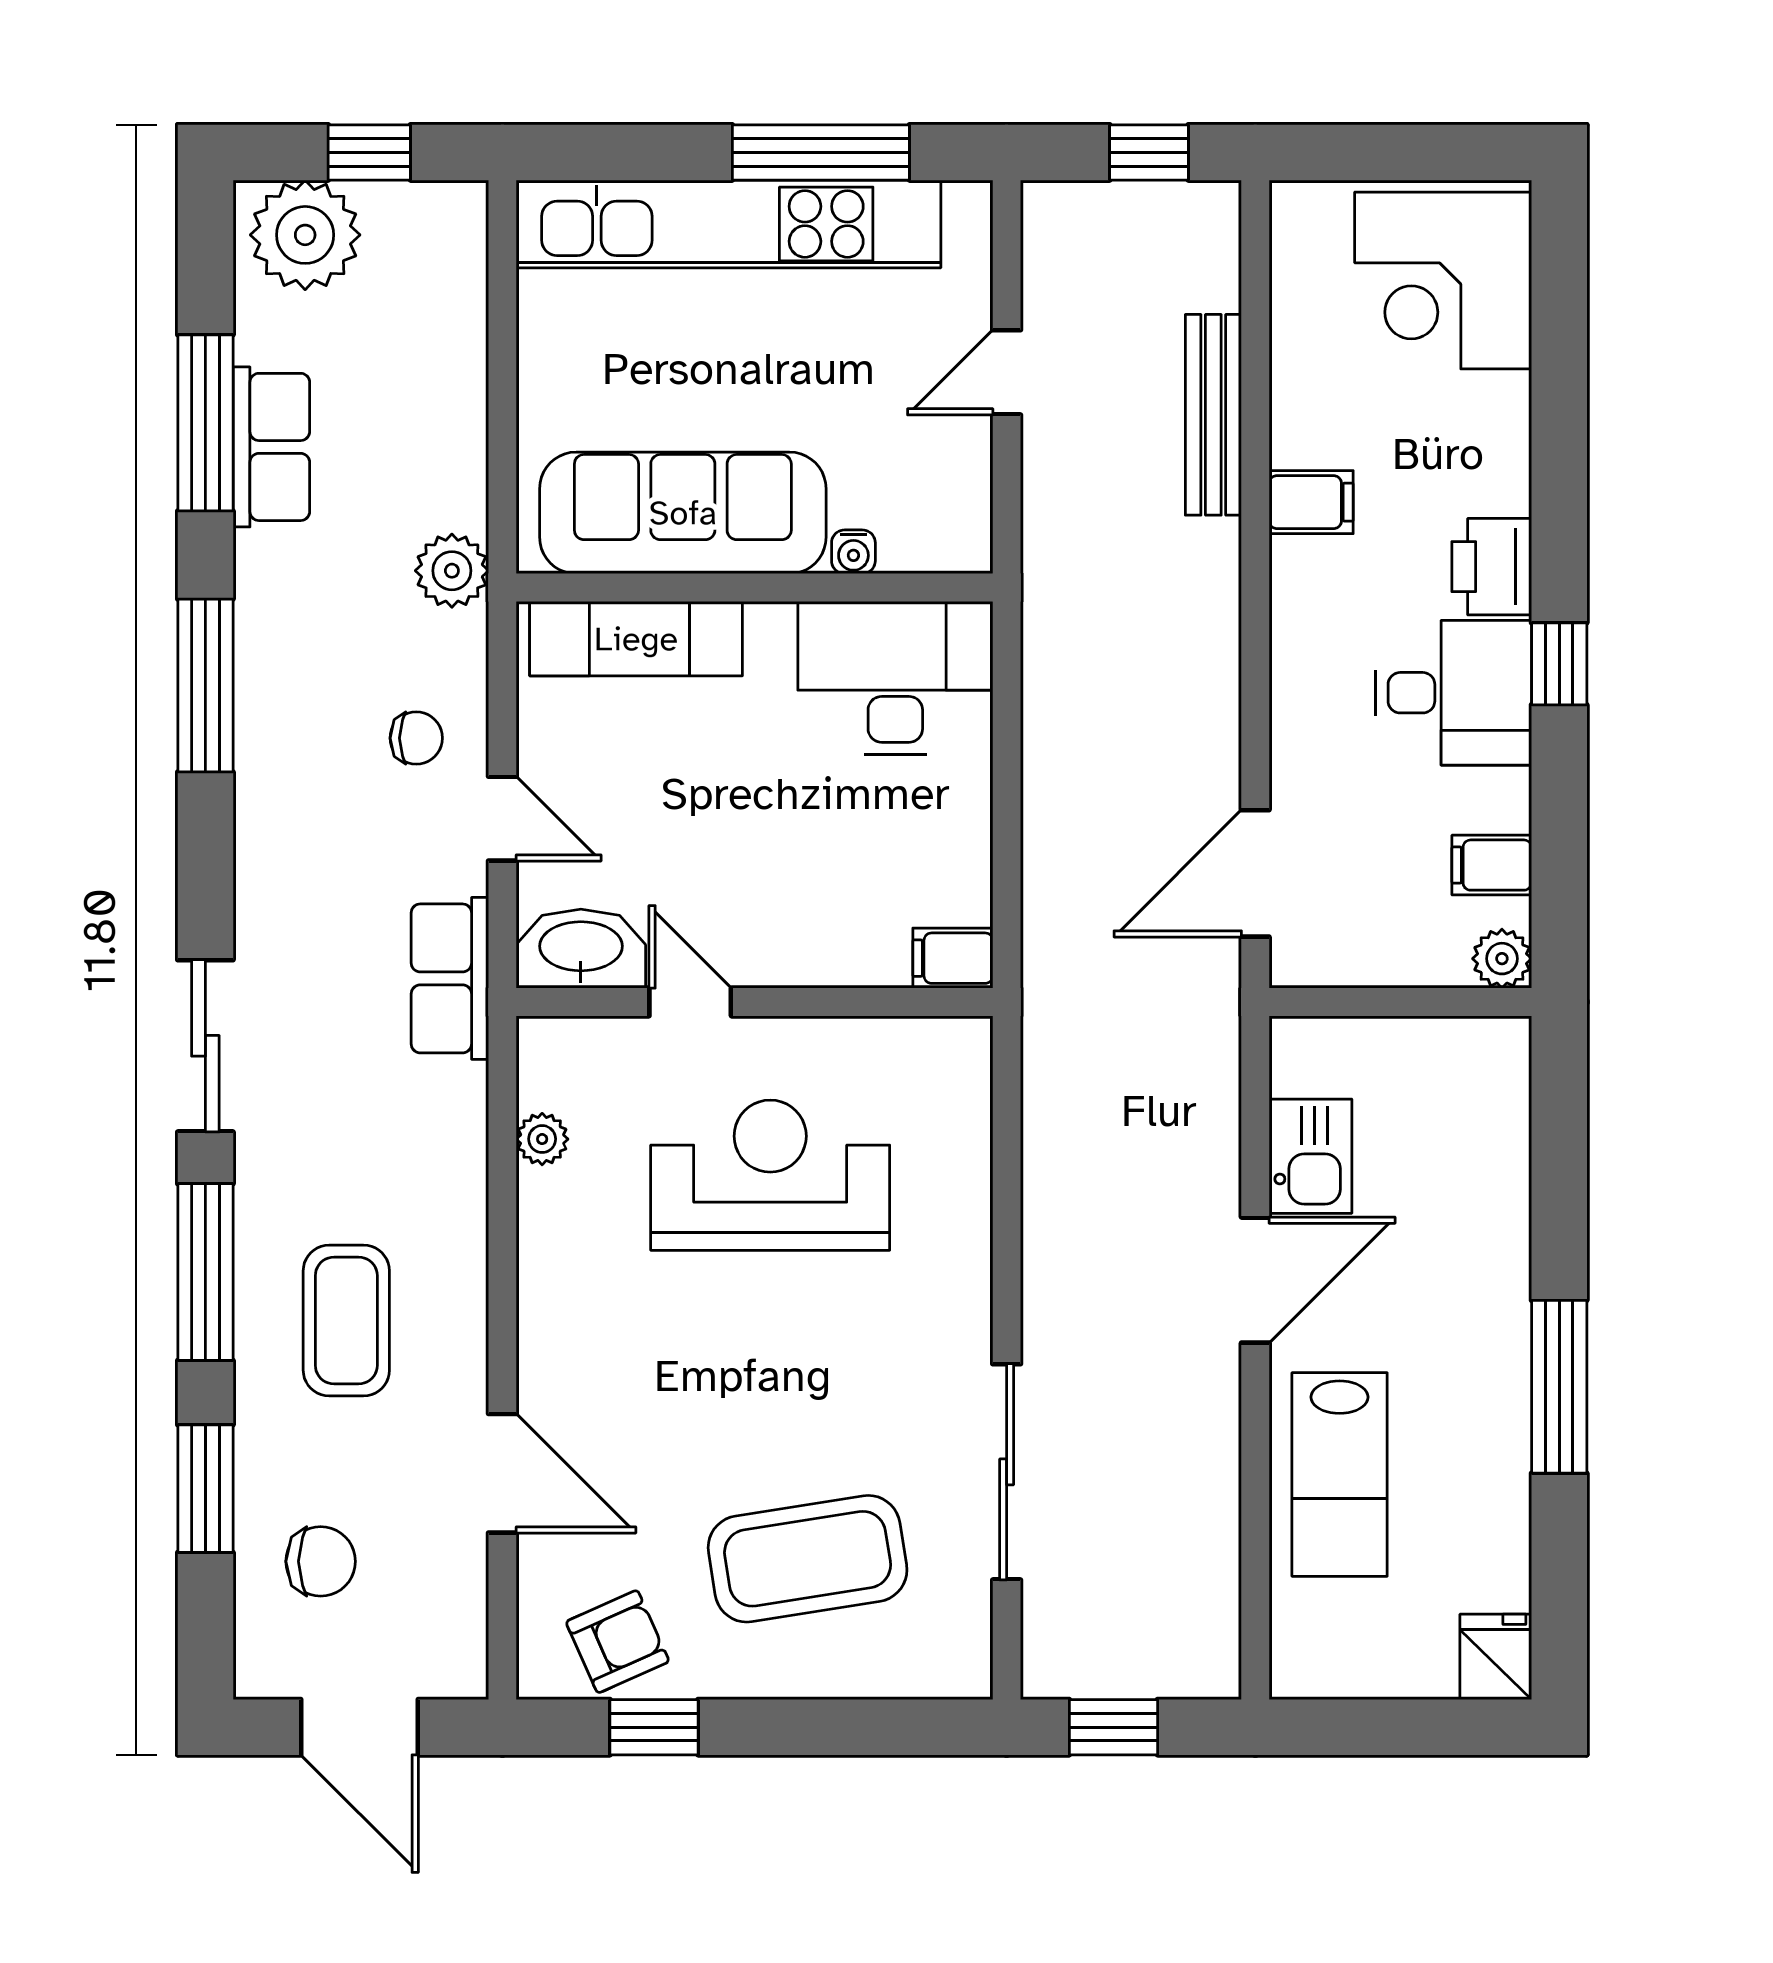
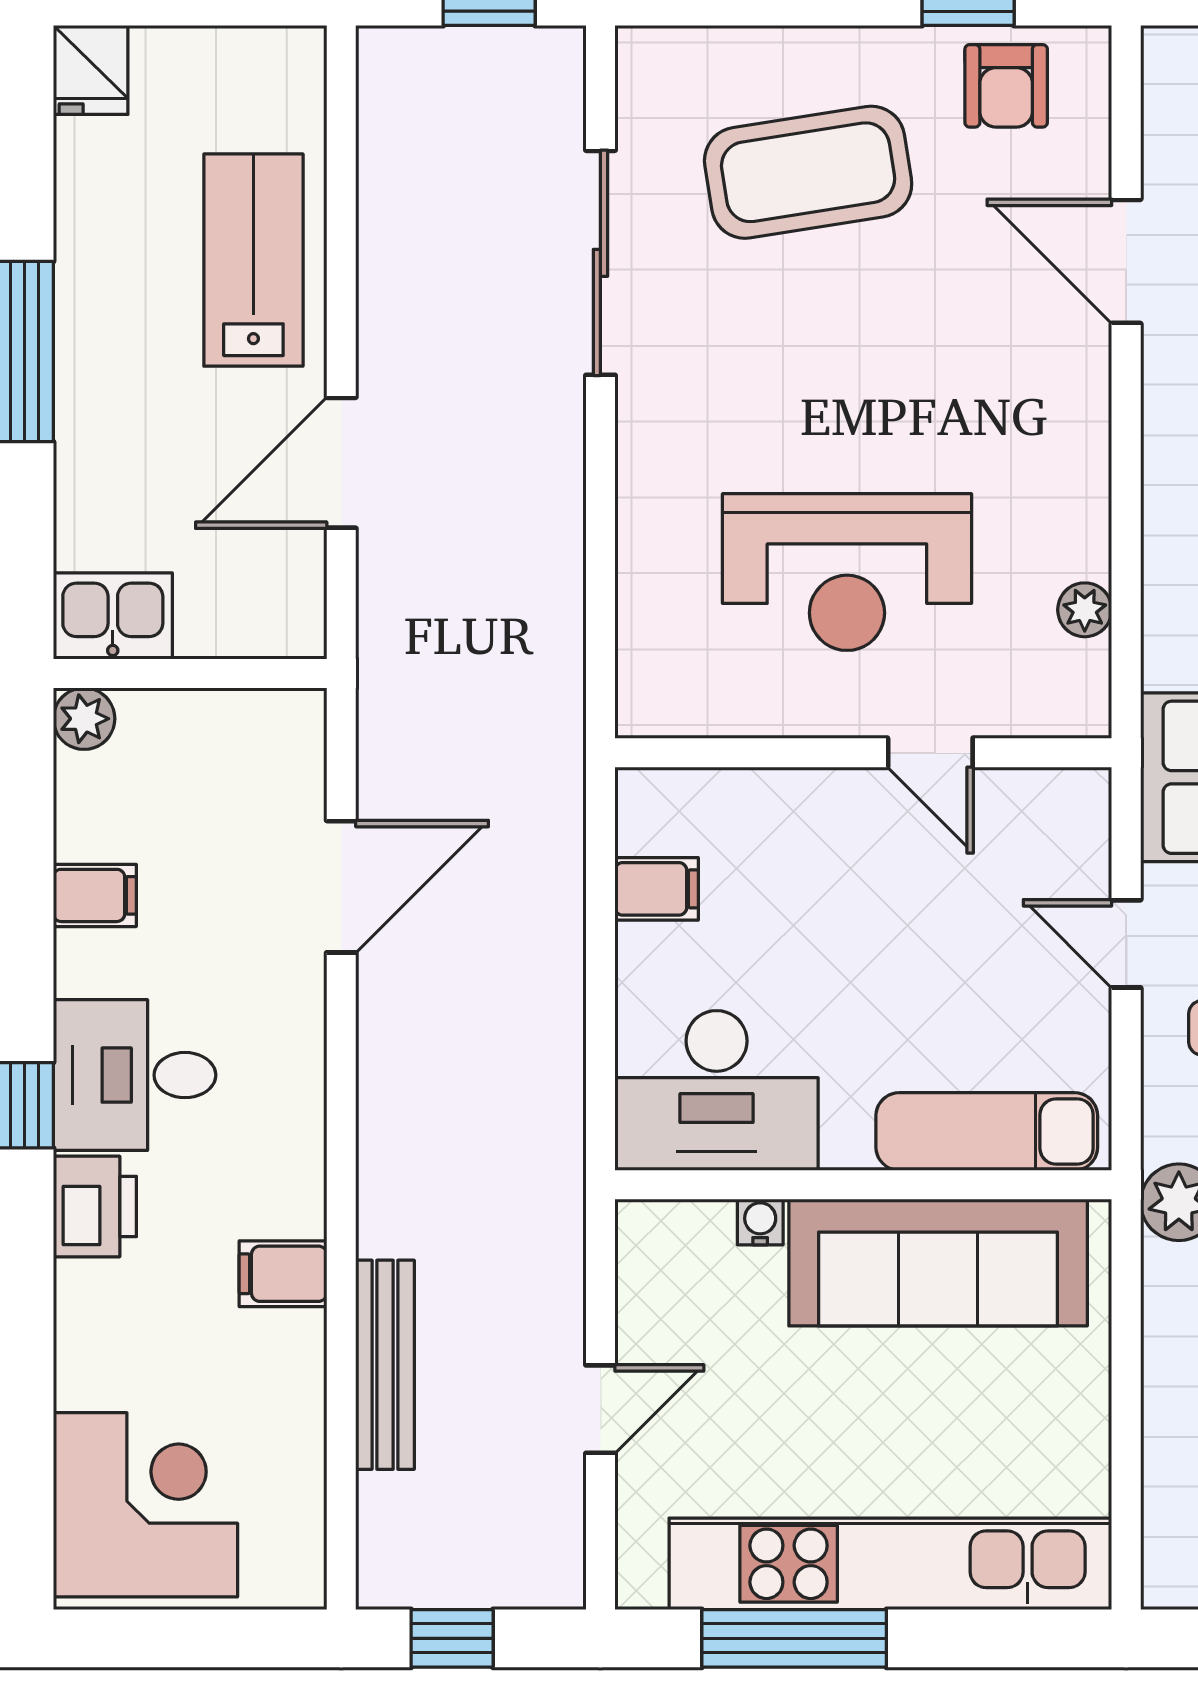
washbasin: (581, 949) -> (1044, 808), removed
filing cabinet: (953, 958) -> (657, 889), moved
plant: (1502, 959) -> (84, 719), moved
wall: (1400, 1002) -> (190, 673), moved
kitchen sink: (1310, 1156) -> (113, 616), moved, turned 90
armchair: (617, 1642) -> (1006, 86), turned -66

